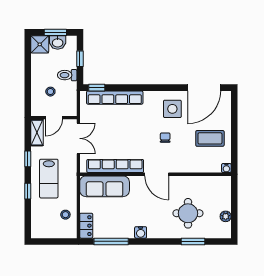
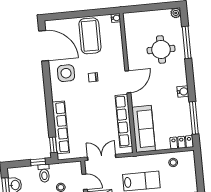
window: (80, 59) -> (38, 162), moved
coffee table: (210, 138) -> (90, 36), width x1.36, depth x1.32
plant: (226, 216) -> (176, 13), moved
window: (193, 241) -> (187, 42), width x1.44

